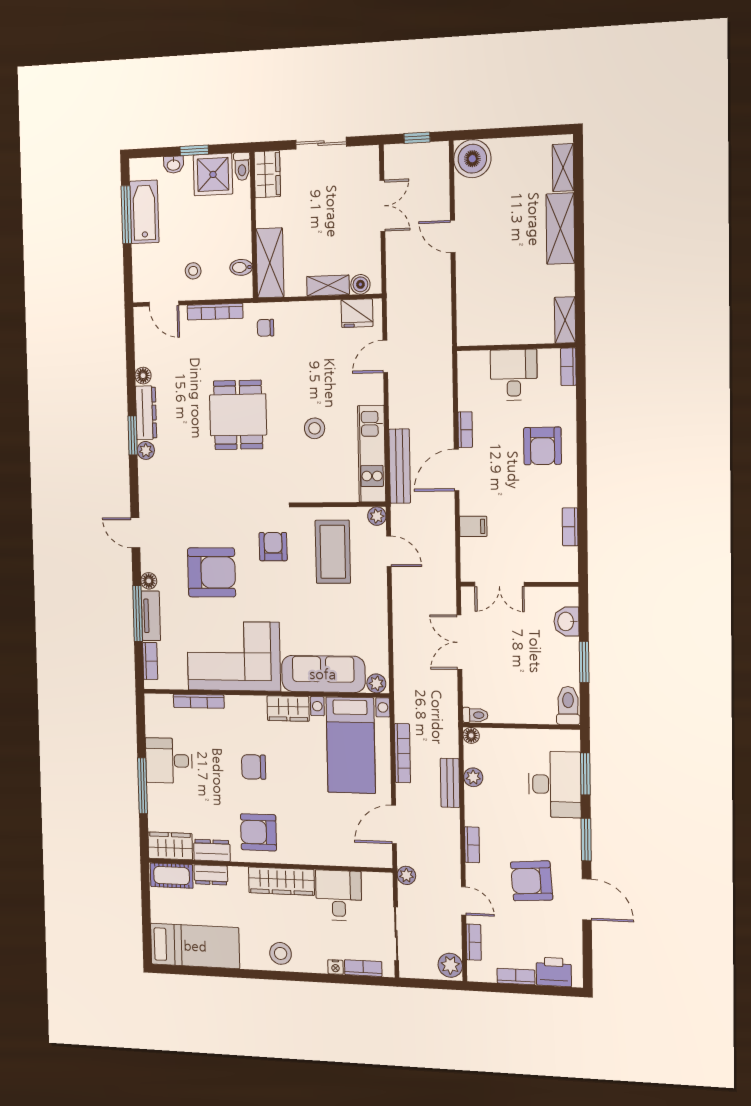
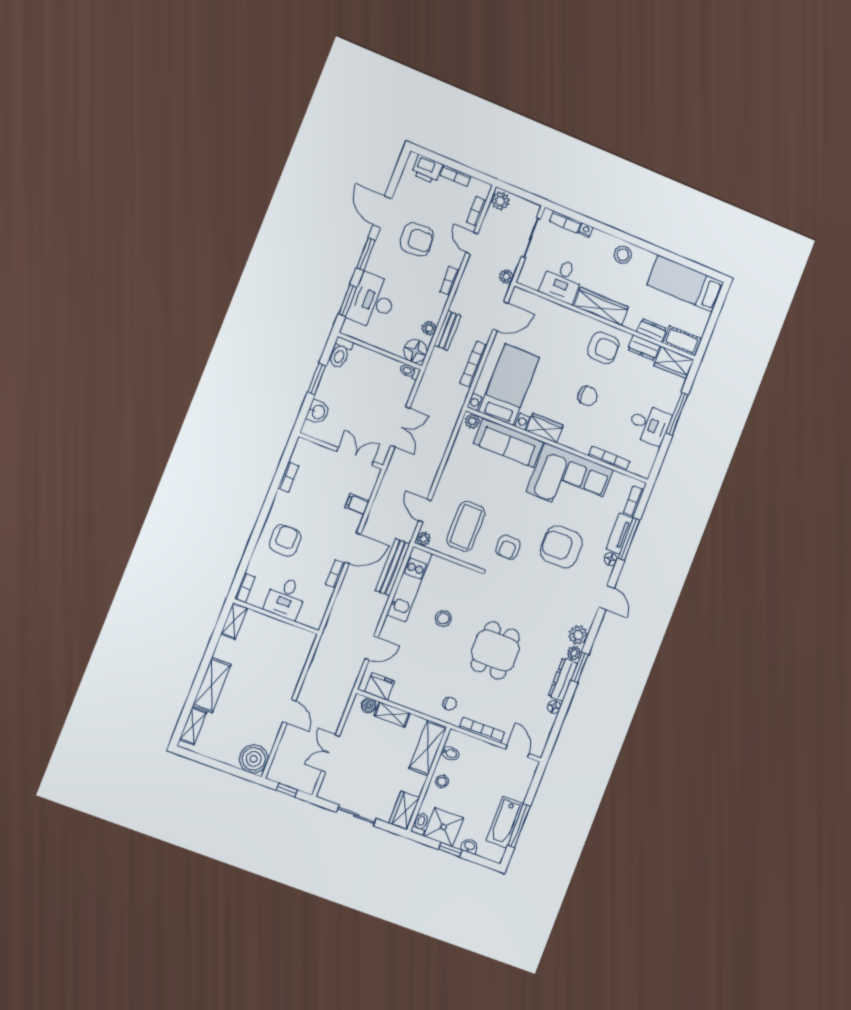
stool: (193, 271) -> (442, 781), moved
plant: (150, 474) -> (578, 635), added
floor lamp: (471, 735) -> (415, 351), width x1.89, depth x1.89

